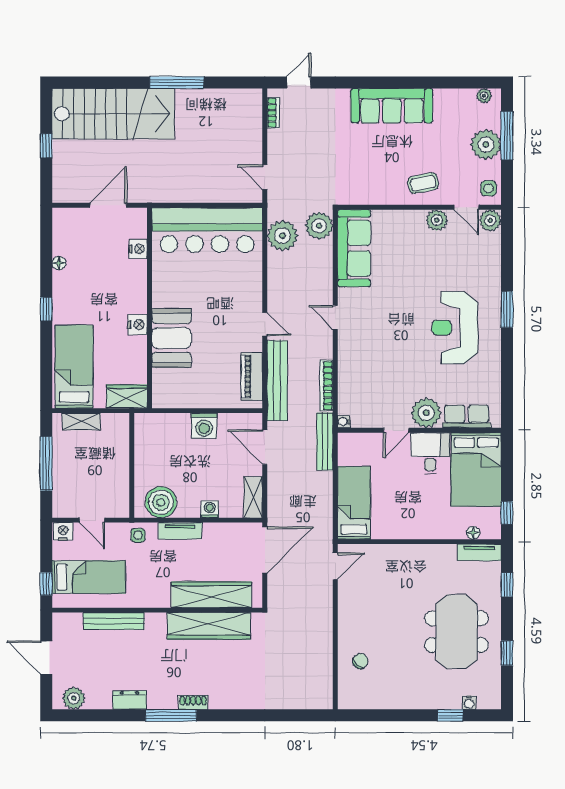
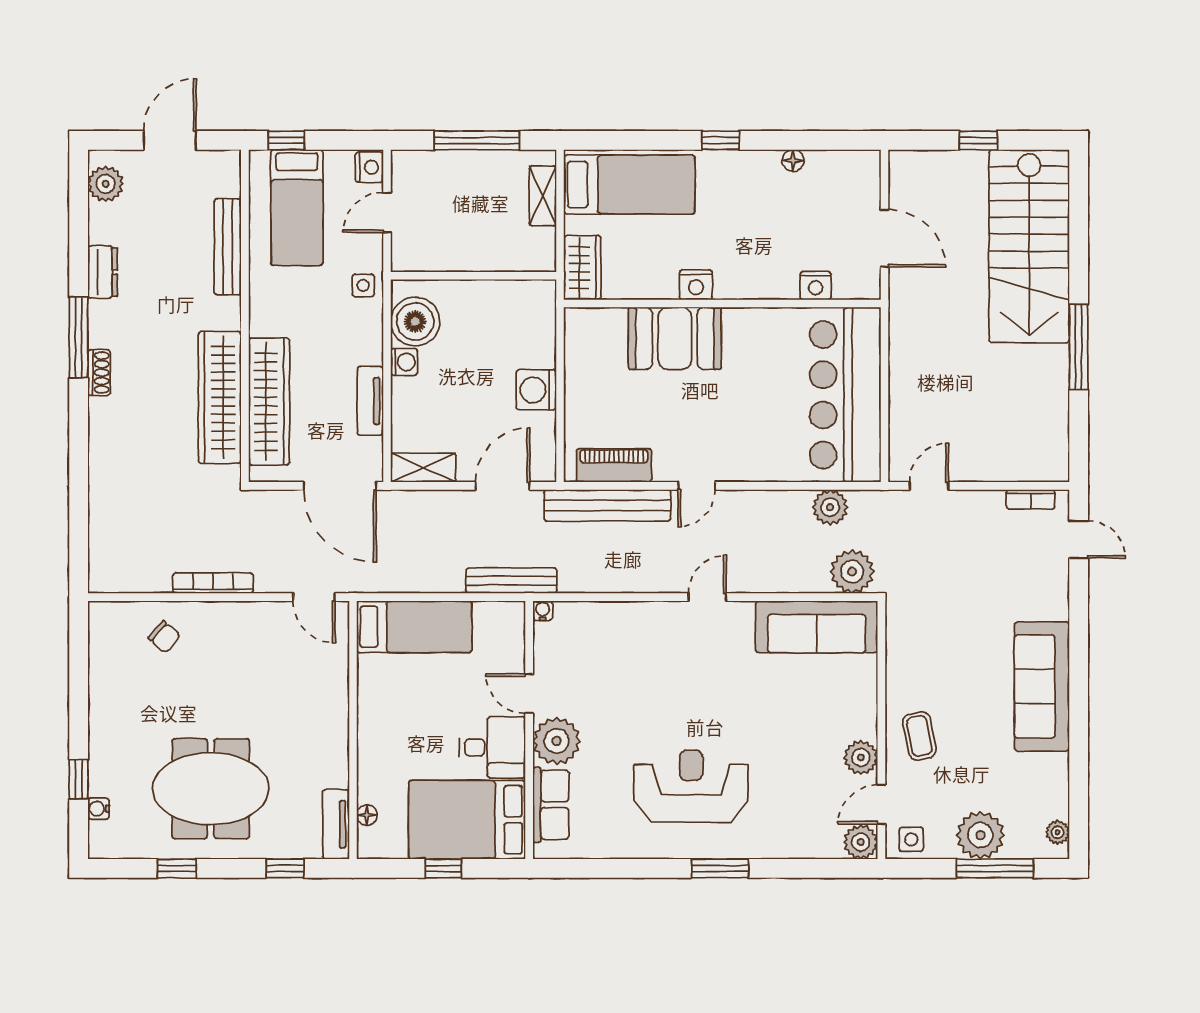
plant: (282, 236) -> (830, 507), width x0.73, depth x0.73
bookcase: (326, 386) -> (213, 583), moved
washing machine: (210, 509) -> (404, 362), moved
window: (507, 513) -> (443, 868), moved
tv unit: (180, 531) -> (370, 401), moved

